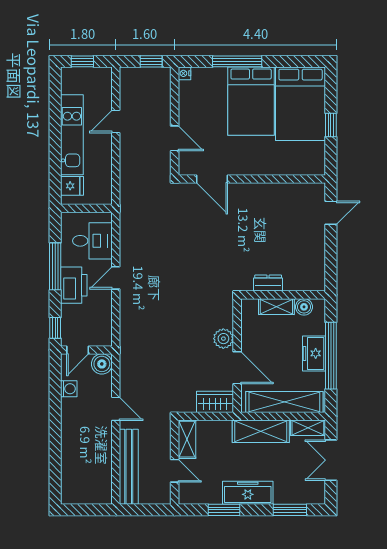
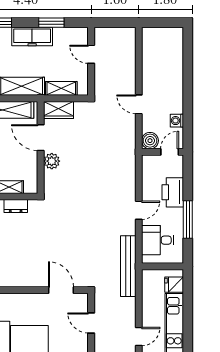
printer: (74, 285) -> (173, 192), moved
window: (55, 328) -> (188, 170), removed
shelving: (187, 439) -> (61, 88), moved, turned 90
bench: (129, 467) -> (128, 266), moved

